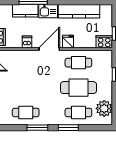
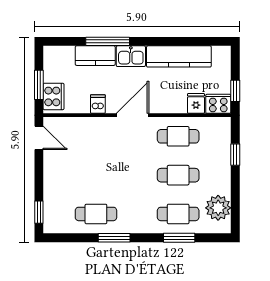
fridge: (68, 42) -> (196, 103), moved
cafe table: (78, 88) -> (178, 175), width x0.73, depth x0.74
window: (68, 128) -> (179, 238), moved

